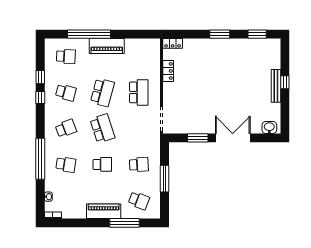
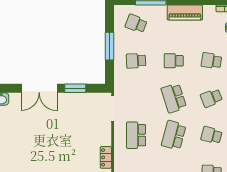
piano: (104, 211) -> (185, 13), moved

